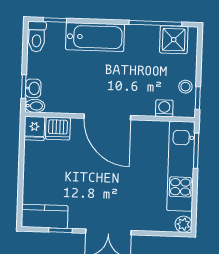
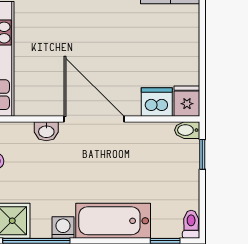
toilet: (37, 37) -> (191, 224), width x0.73, depth x0.72
washbasin: (33, 88) -> (46, 131), moved, turned -90
washing machine: (164, 108) -> (63, 227), moved, turned 180

